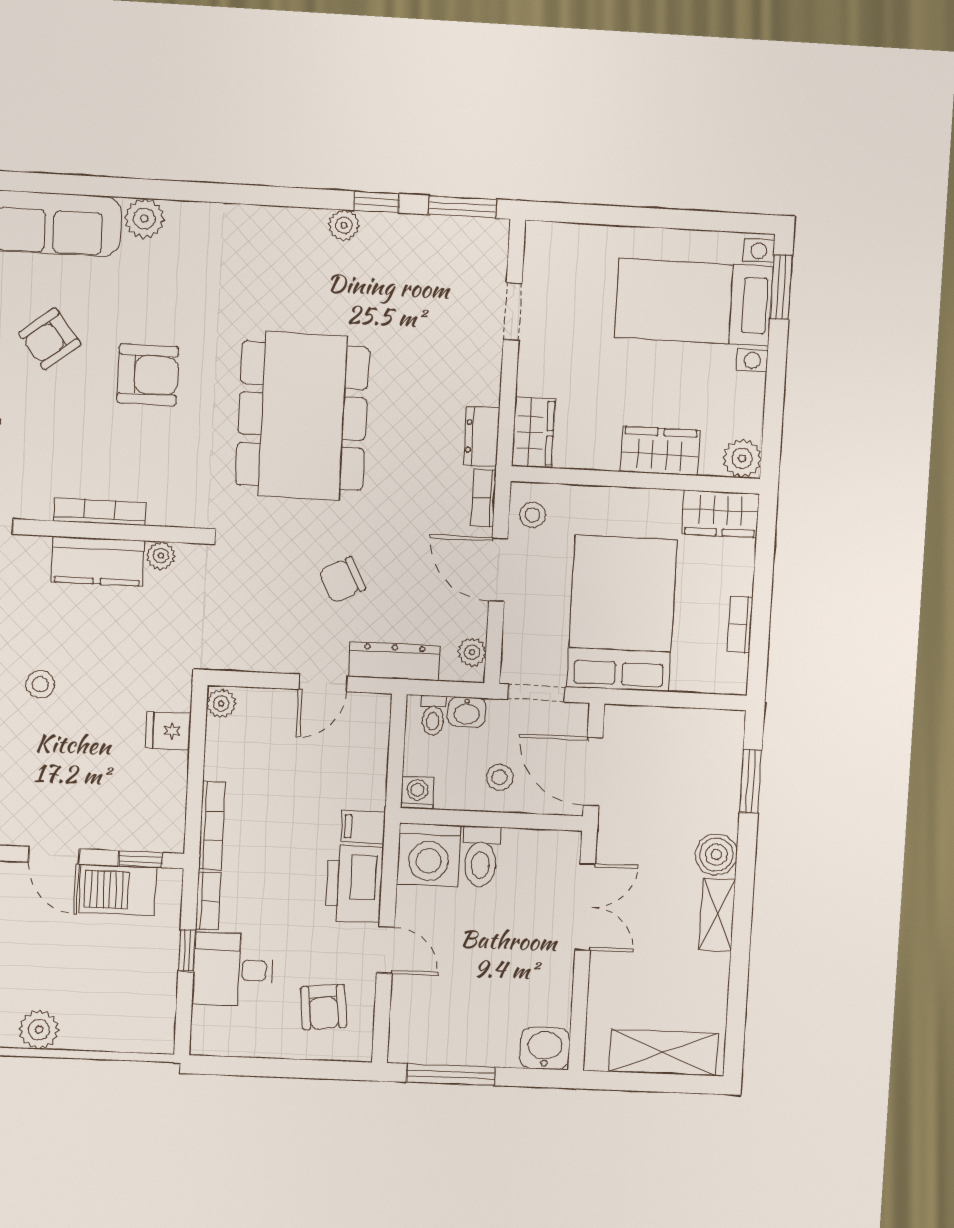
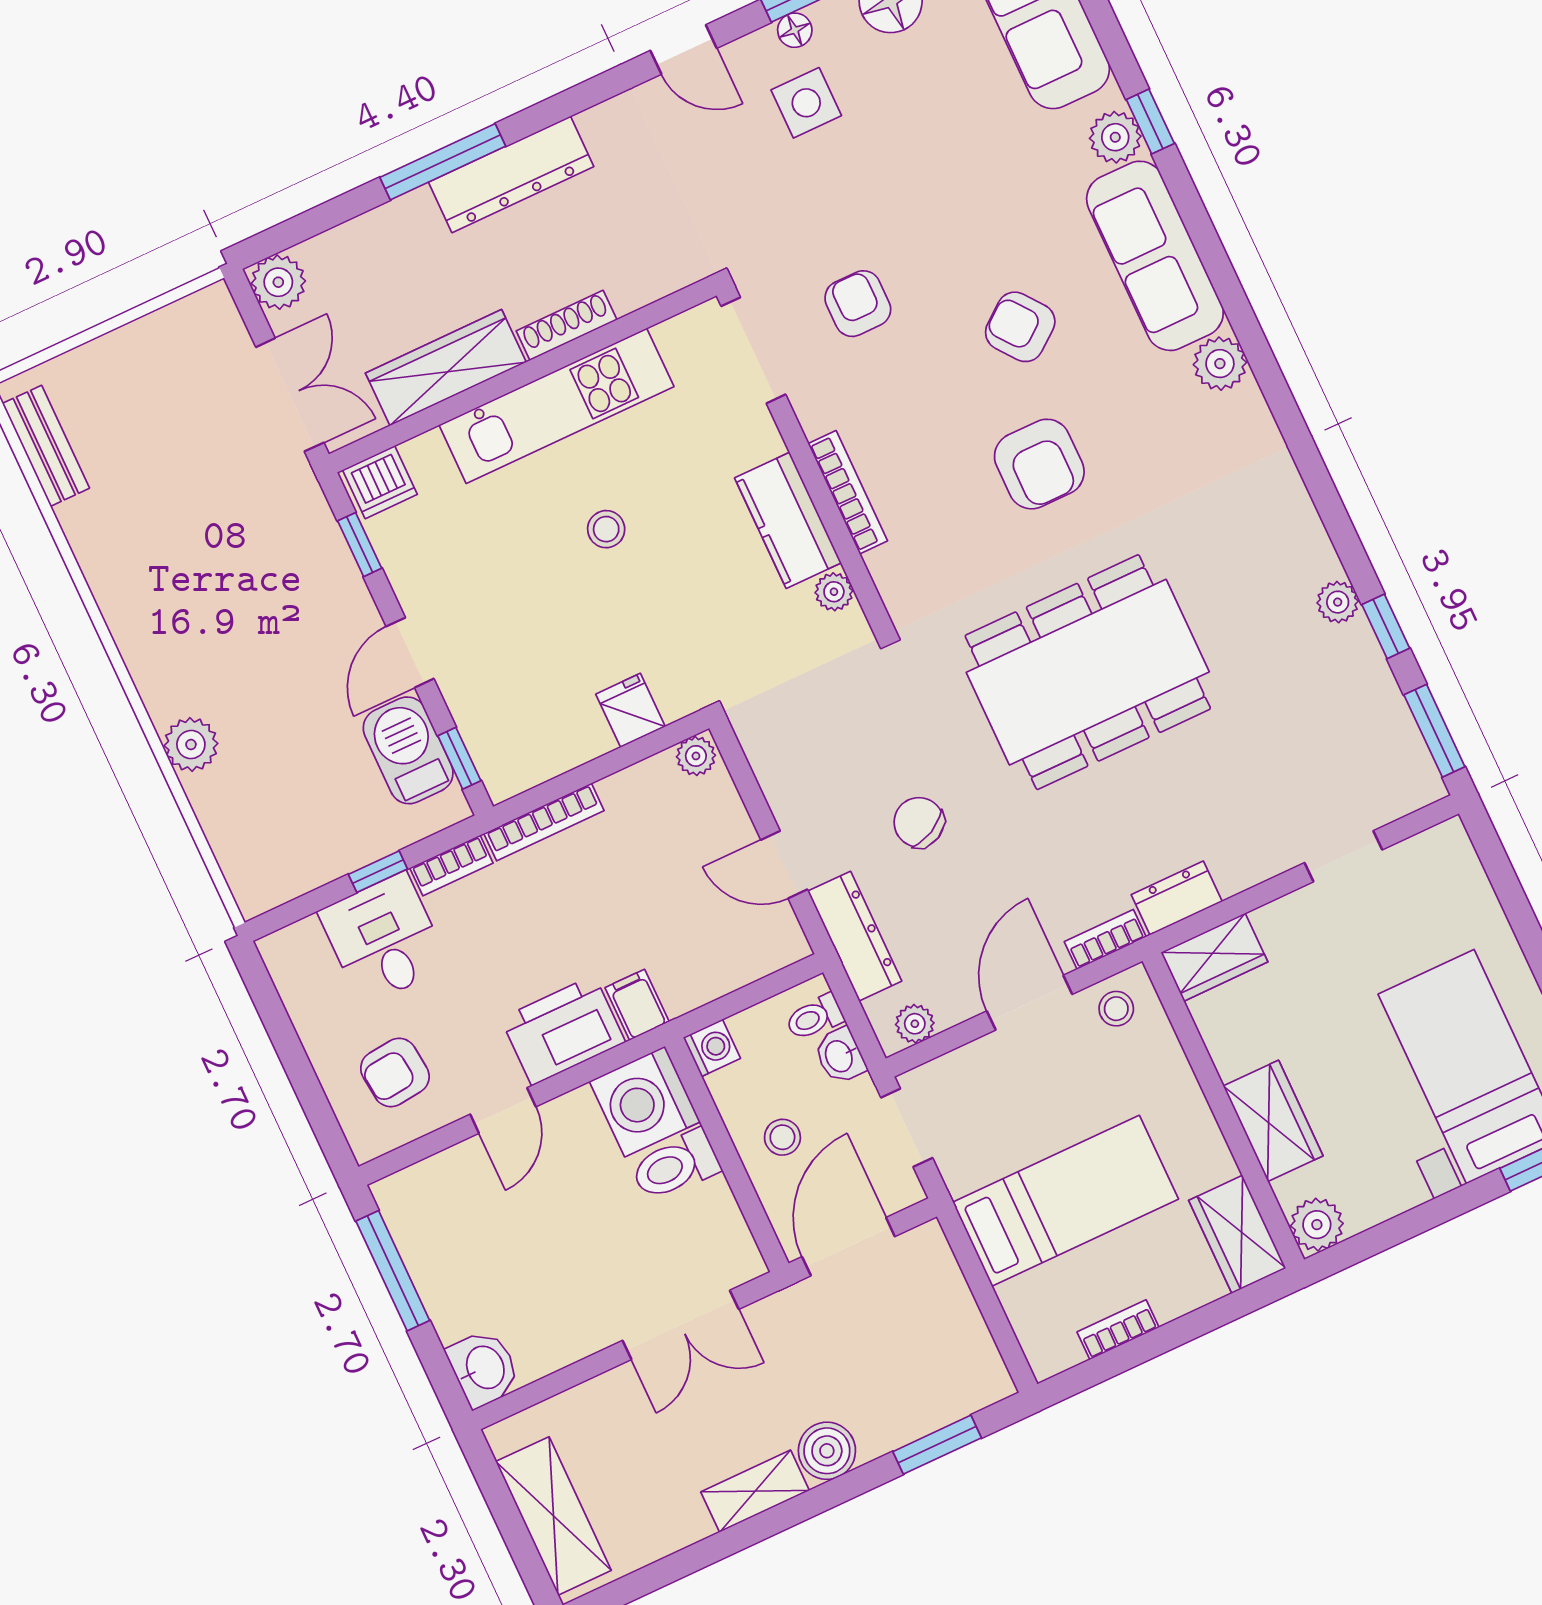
bed: (622, 614) -> (1066, 1201), width x0.67

